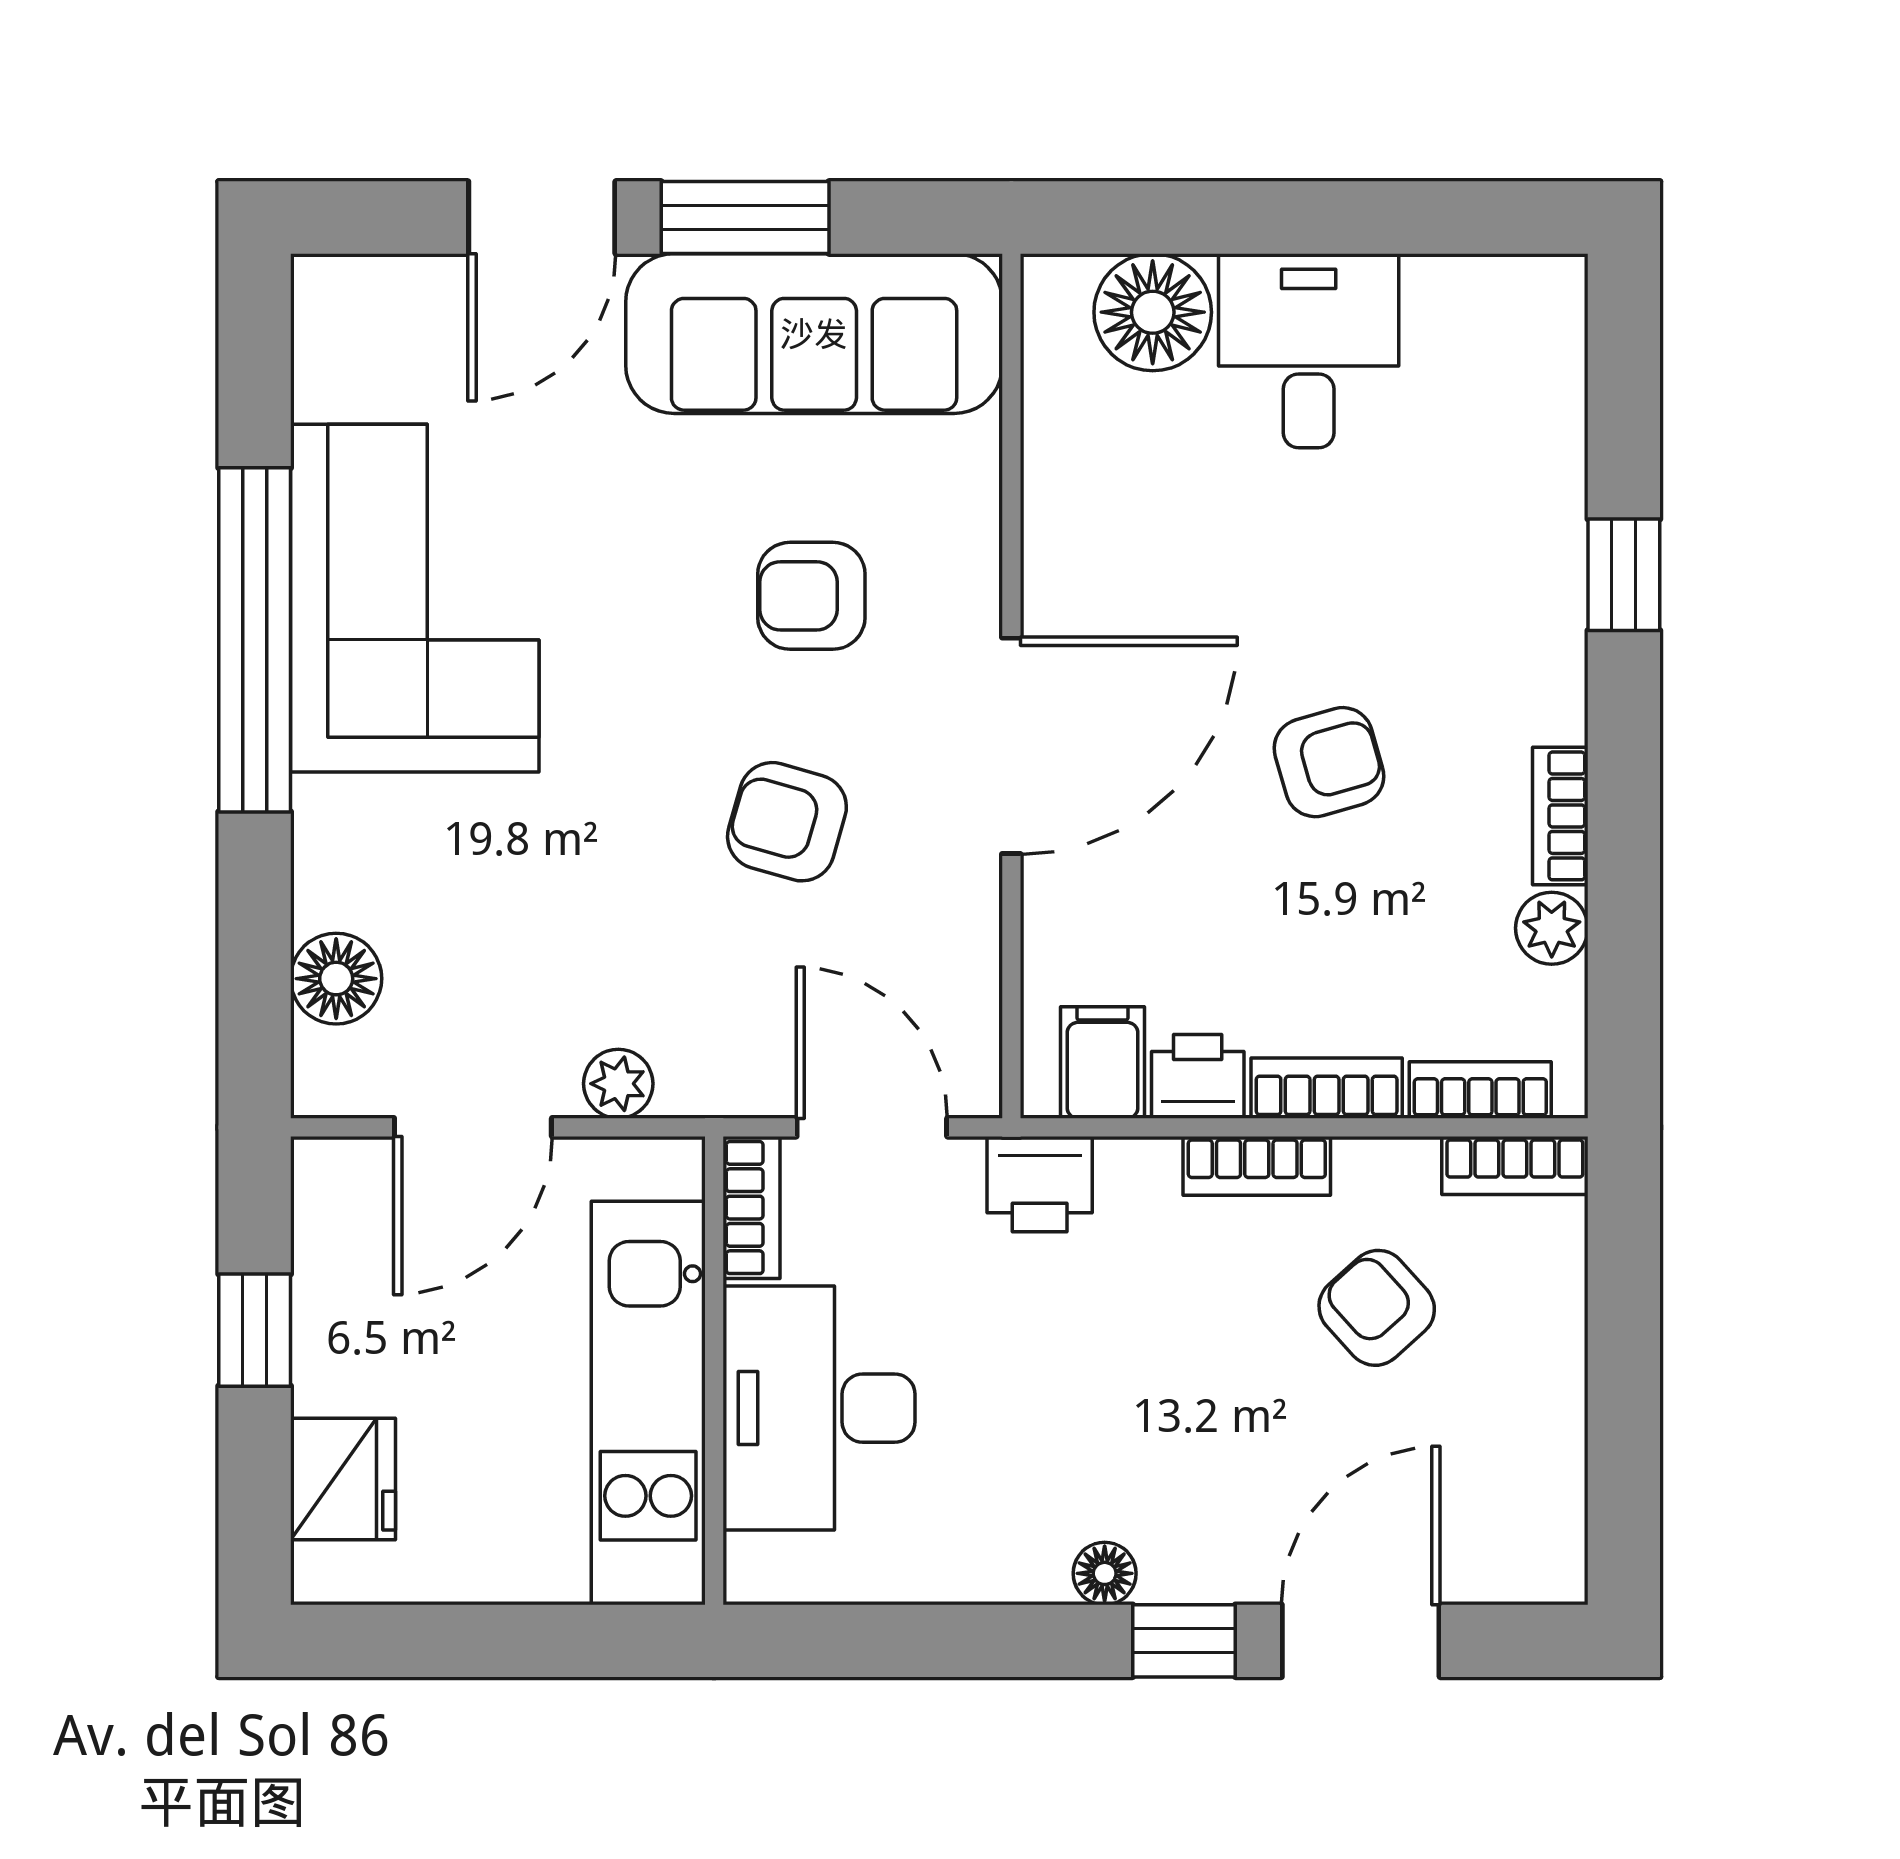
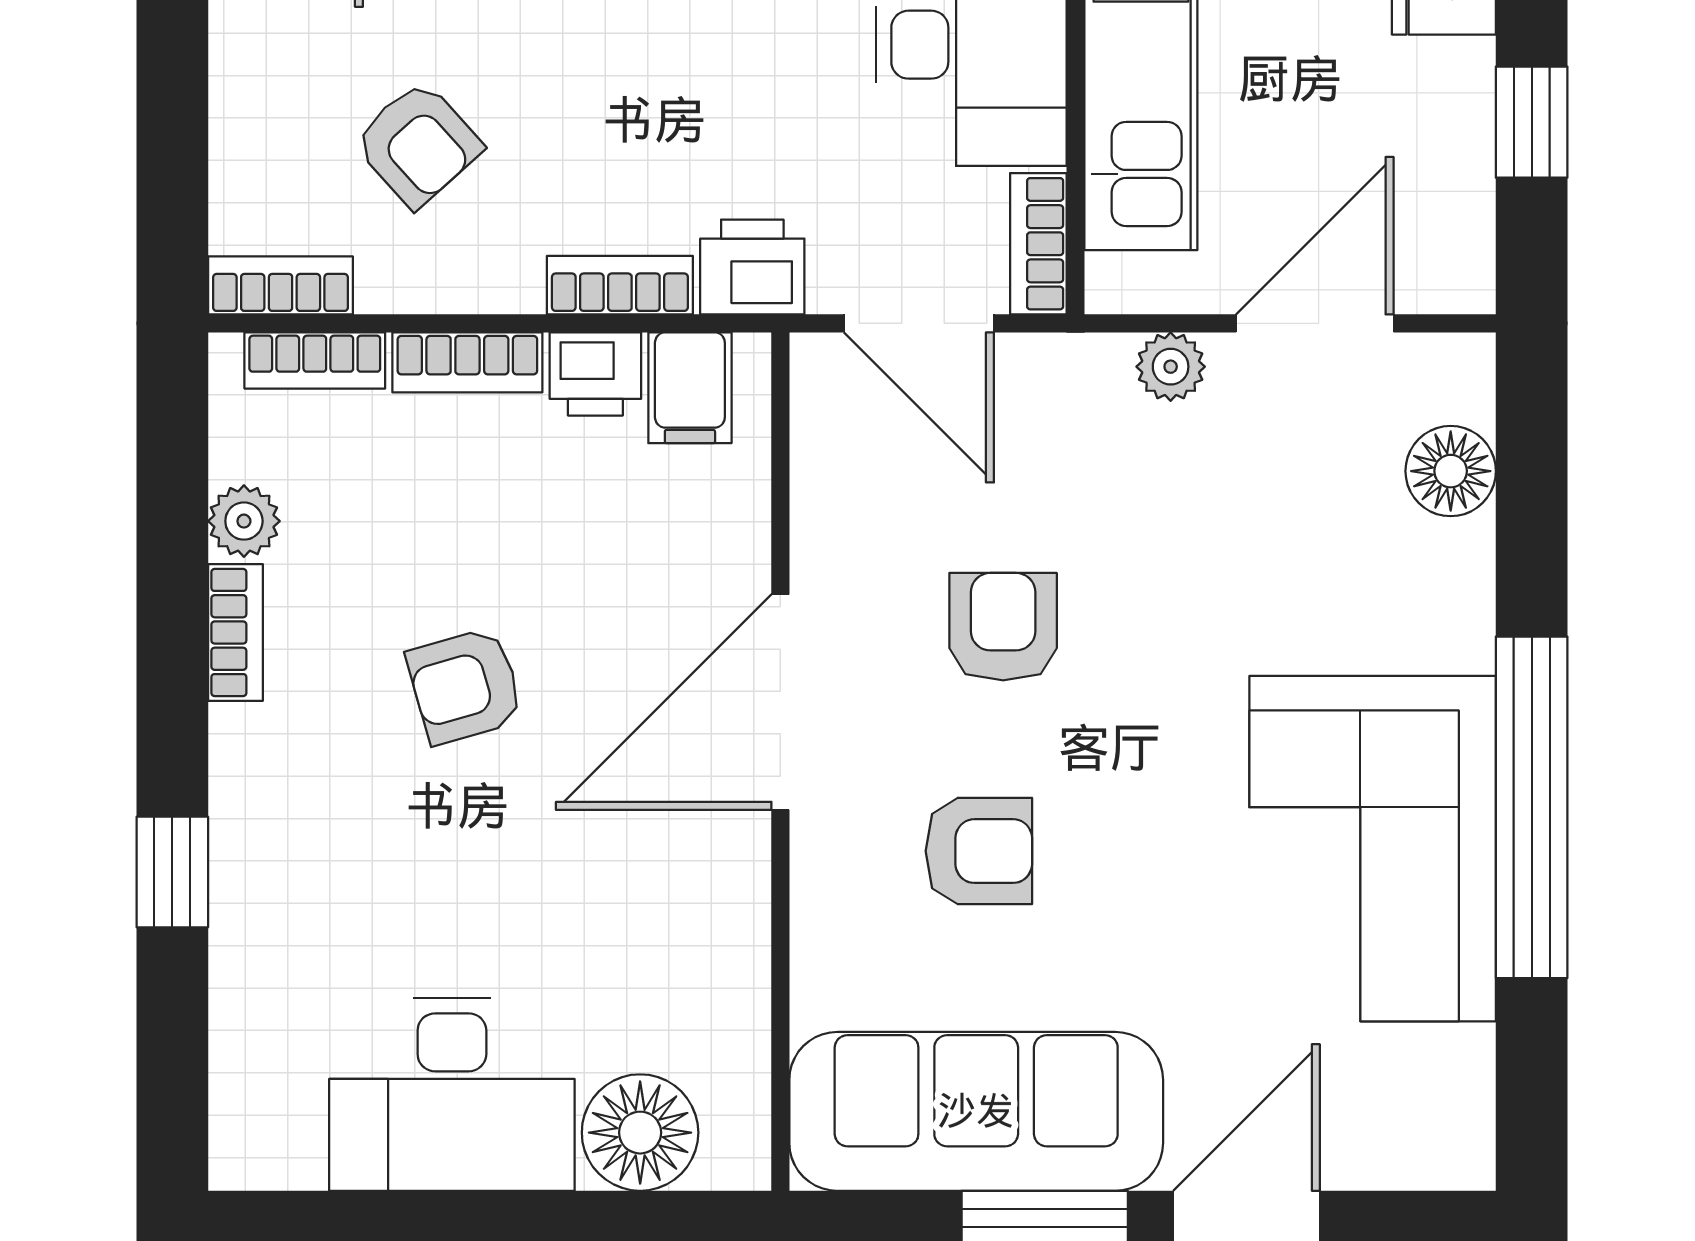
desk: (1309, 351) -> (452, 1094), width x1.37
armchair: (787, 822) -> (1003, 627), turned -106
bookcase: (1257, 1166) -> (620, 285), moved

